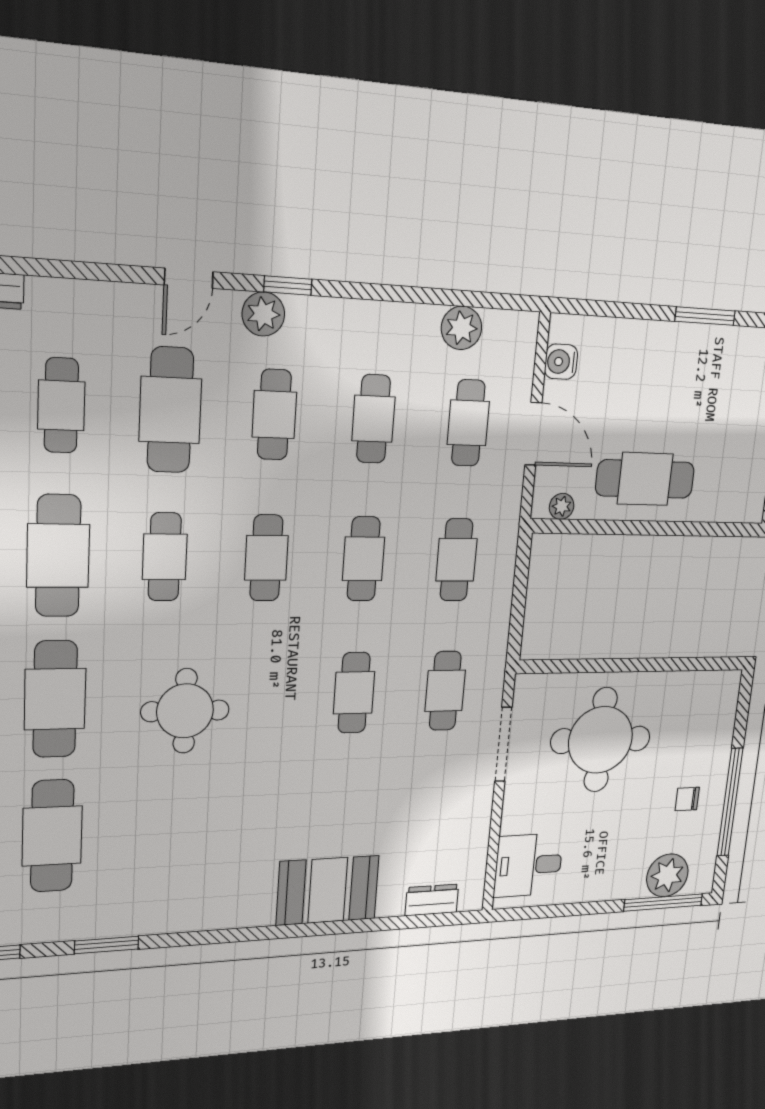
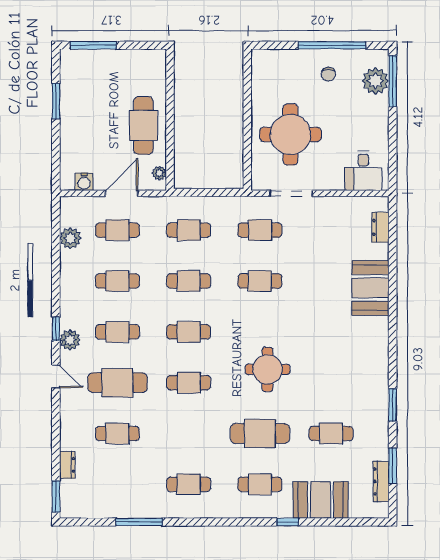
cafe table: (58, 556) -> (189, 433), removed
cafe table: (52, 836) -> (331, 433), width x0.73, depth x0.74

